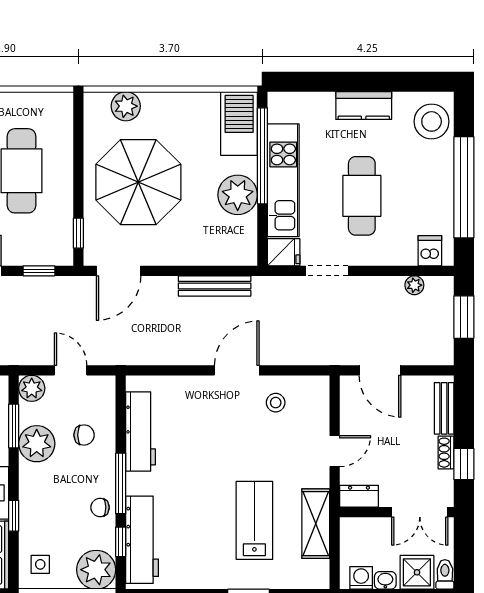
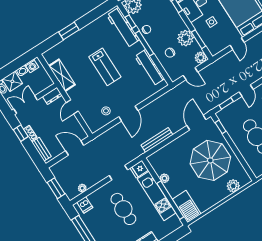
plant: (238, 195) -> (164, 178), width x0.53, depth x0.53
lab bench: (254, 520) -> (105, 67), moved

